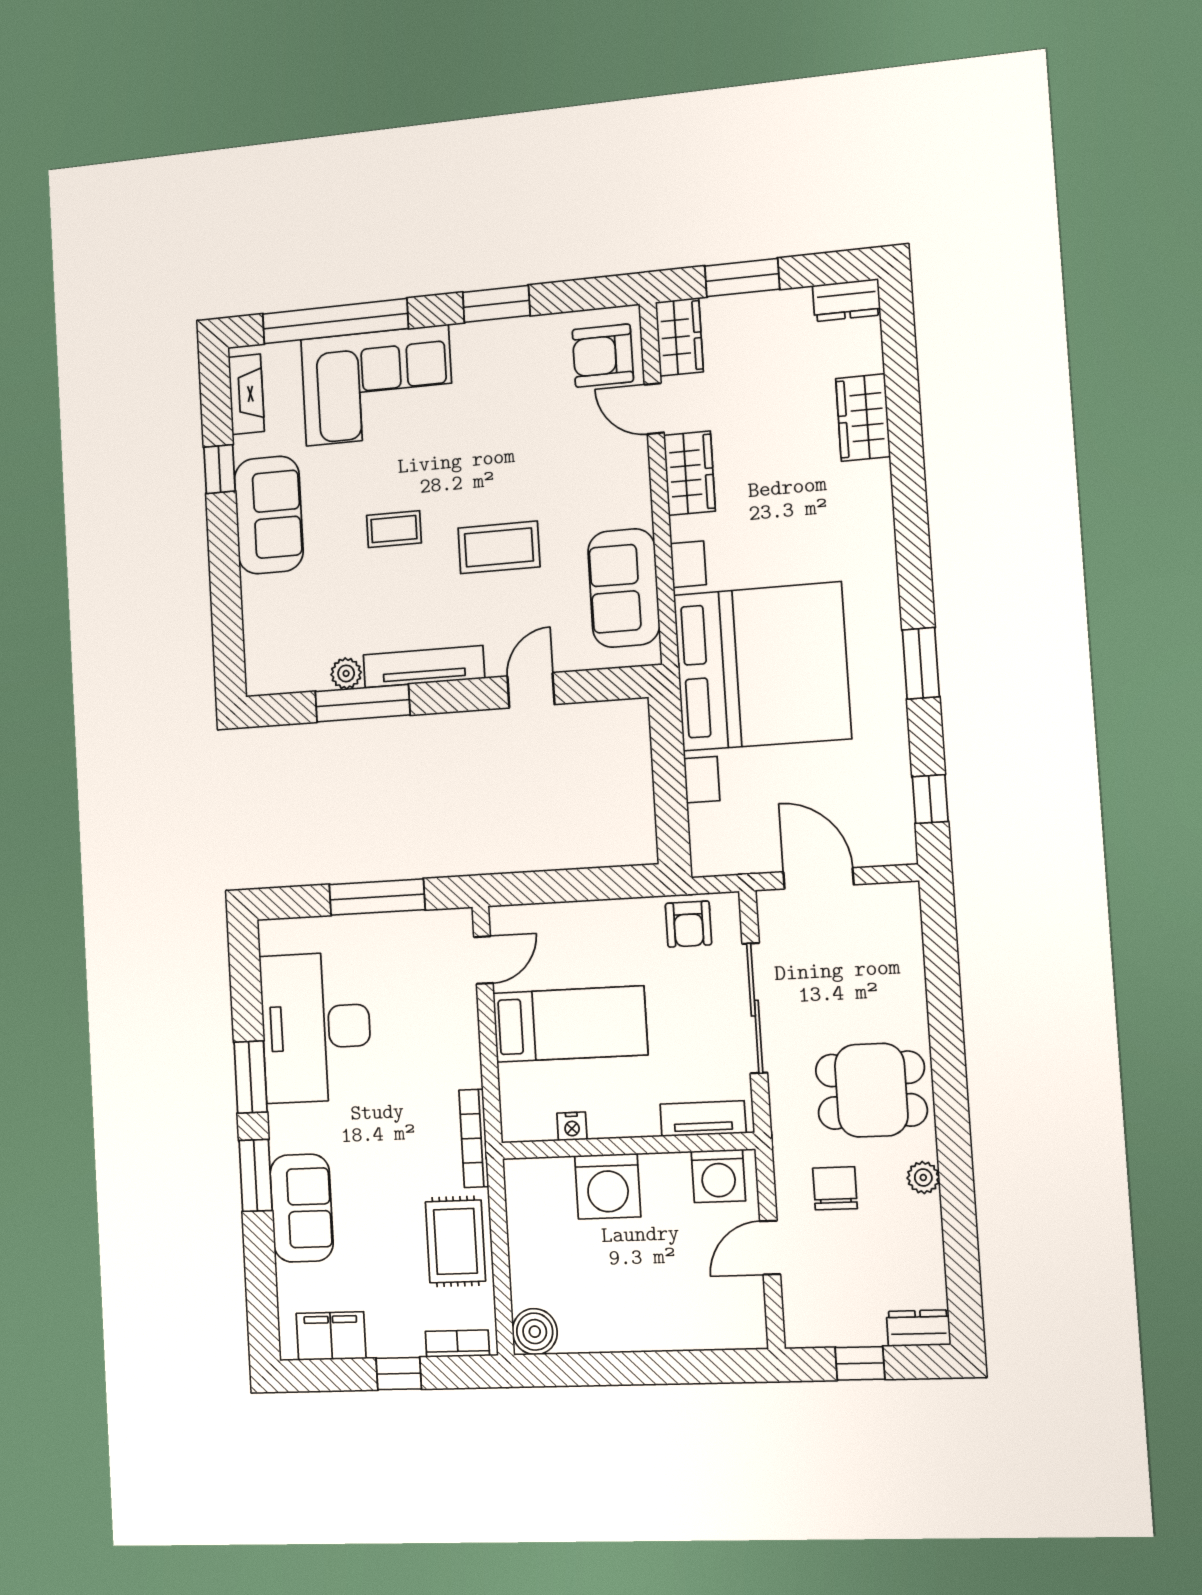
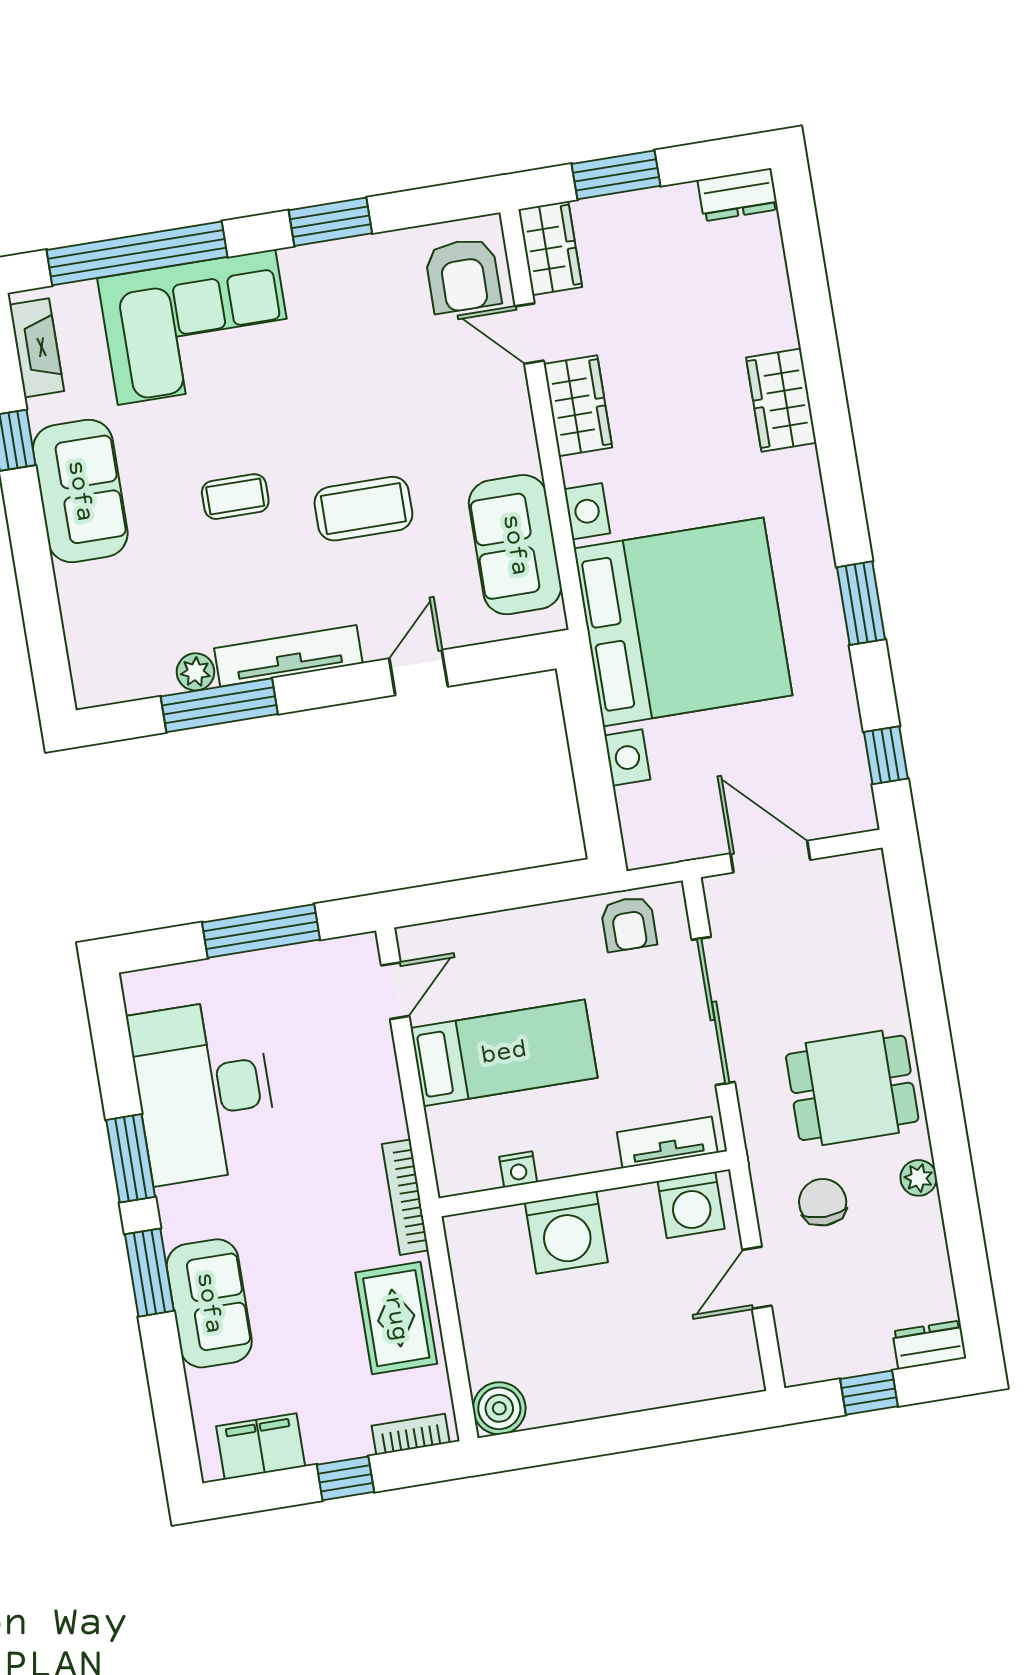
armchair: (603, 356) -> (463, 275), turned -90
wardrobe: (863, 418) -> (781, 400), moved

